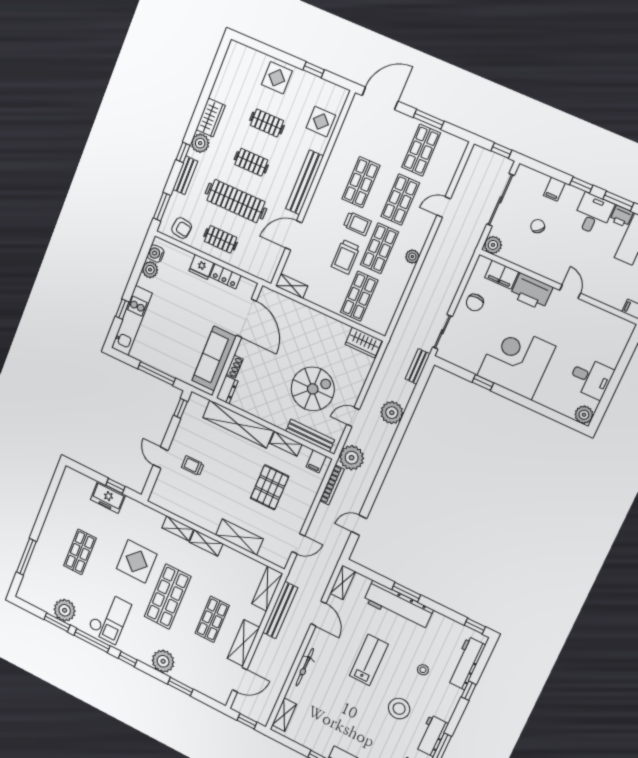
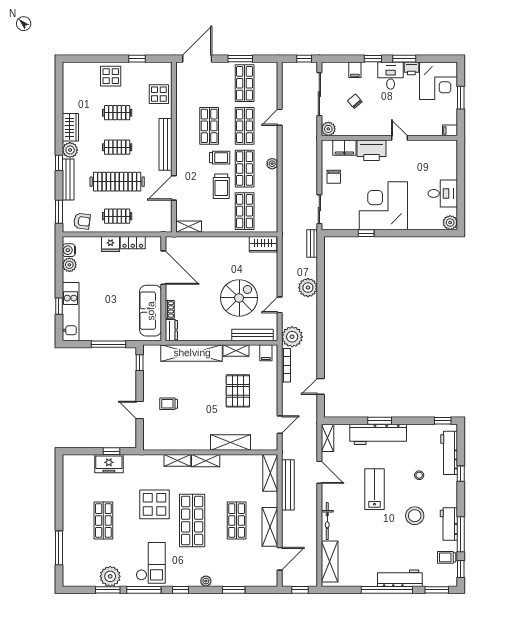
bench: (185, 175) -> (68, 179), width x1.36
plant: (163, 661) -> (206, 581), width x0.53, depth x0.53
shelving: (284, 715) -> (330, 561), width x1.50, depth x1.33

